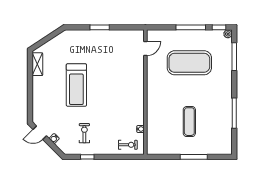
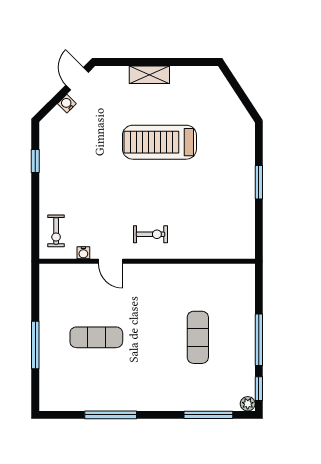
door: (145, 49) -> (111, 261), moved
exercise mat: (189, 63) -> (198, 337), width x0.50, depth x0.69
shelving: (37, 64) -> (149, 75), moved
exercise bike: (84, 133) -> (151, 234), moved

